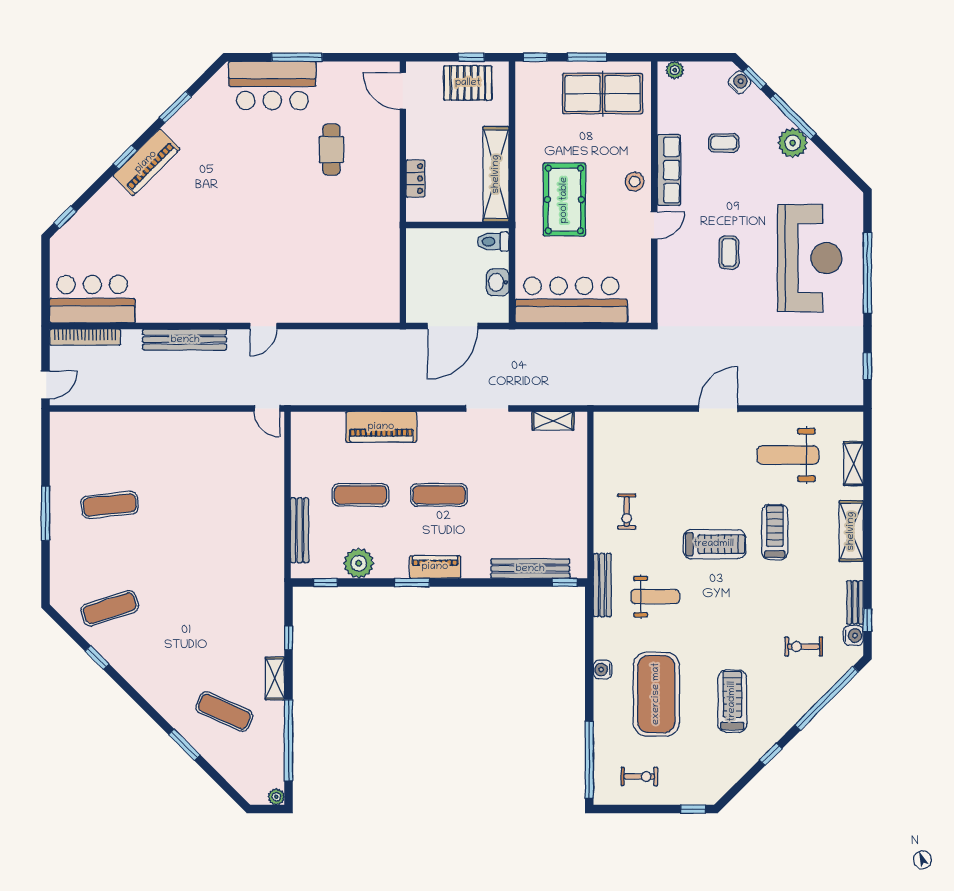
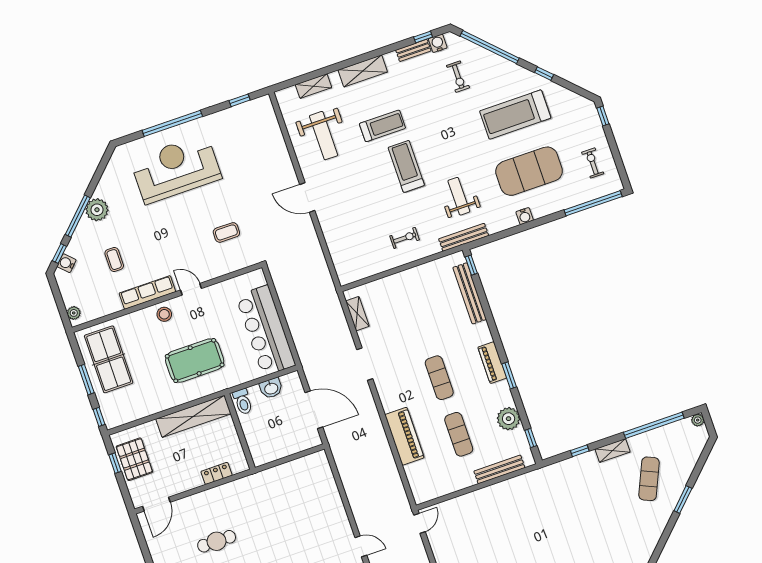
coffee table: (729, 253) -> (226, 232), moved
treadmill: (775, 532) -> (382, 126), turned 180
treadmill: (732, 701) -> (515, 115), width x1.37, depth x1.38

